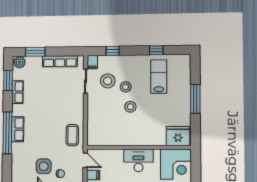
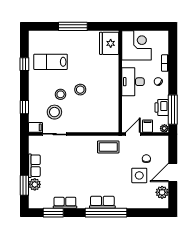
row of seats: (60, 61) -> (34, 166), width x0.68
plant: (19, 62) -> (35, 184), moved

